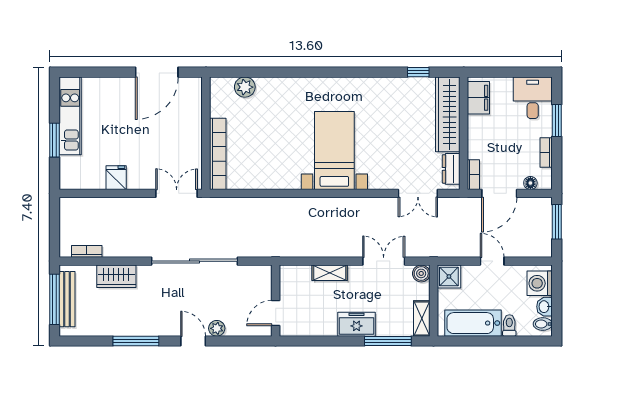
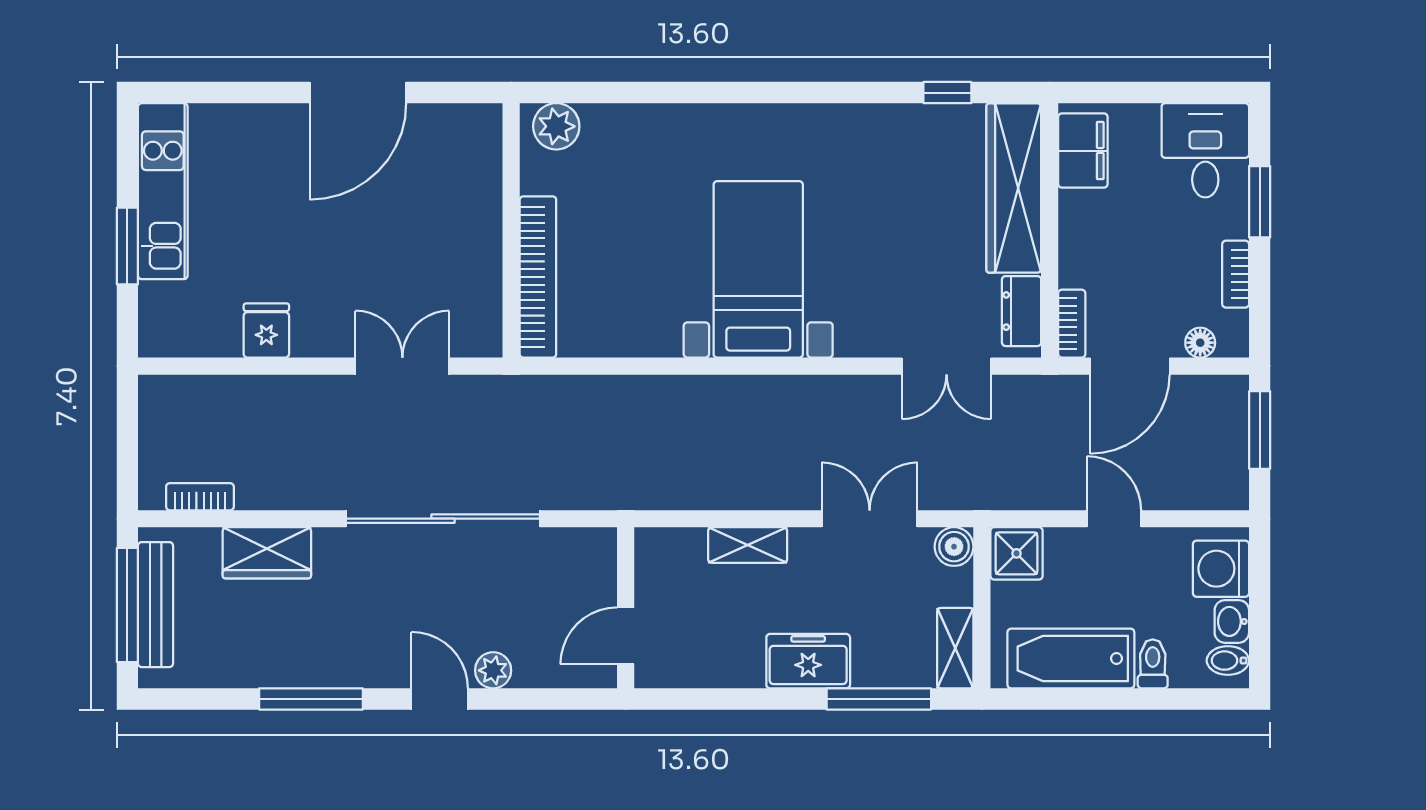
wall: (206, 133) -> (511, 230), moved
bookcase: (218, 154) -> (538, 277), moved

